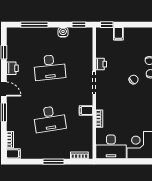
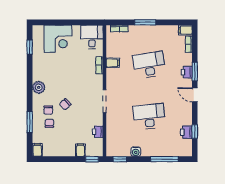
printer: (101, 64) -> (98, 132), moved
printer: (12, 68) -> (186, 132), moved
filing cabinet: (86, 110) -> (113, 63), moved
printer: (12, 112) -> (187, 72), added
desk: (111, 147) -> (92, 37), width x0.73

